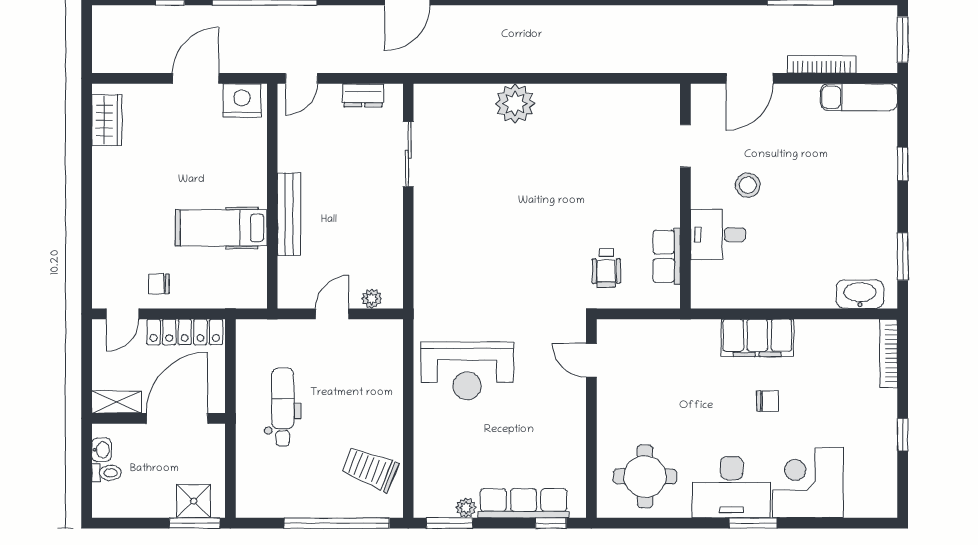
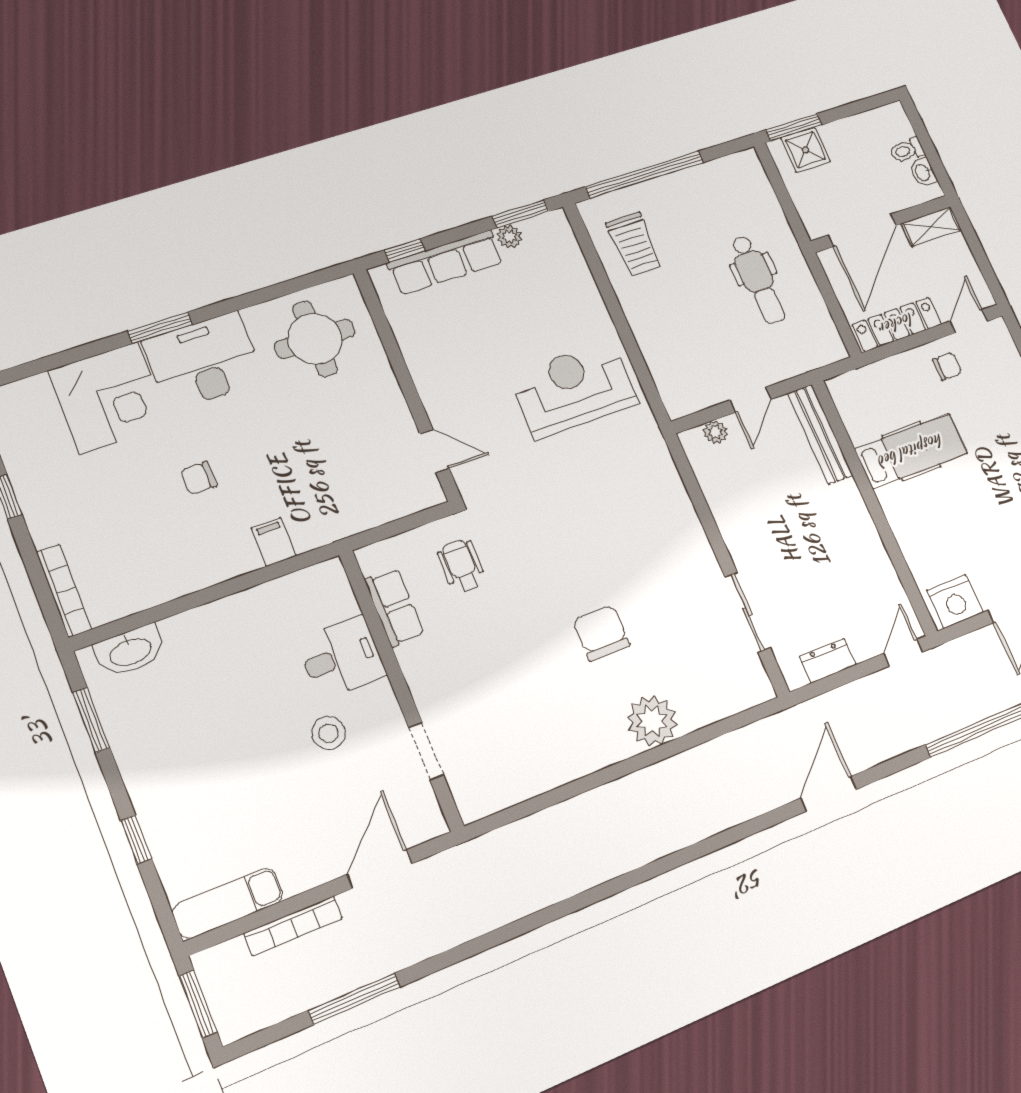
chair: (525, 181) -> (601, 633), added
bench: (289, 214) -> (820, 434), moved
filing cabinet: (757, 338) -> (274, 542), width x0.33, depth x0.86
trolley: (370, 469) -> (634, 244), turned 68

